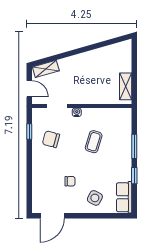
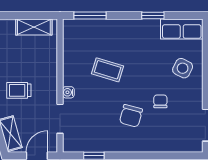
trolley: (78, 75) -> (19, 90), added
chair: (51, 139) -> (131, 116), moved
window: (134, 146) -> (90, 15), moved

